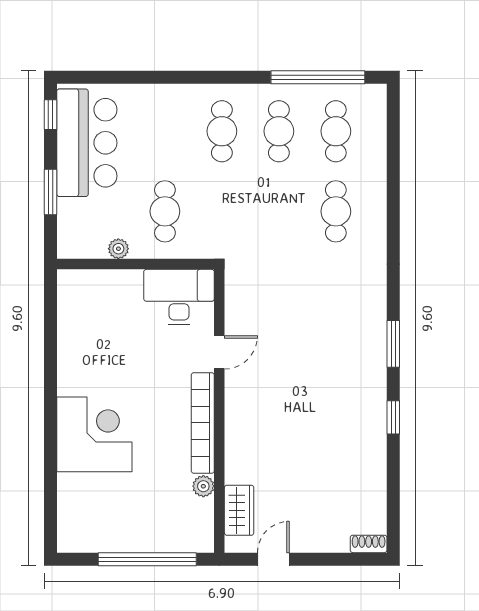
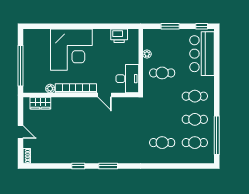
bar counter: (87, 143) -> (202, 54), moved, turned 90
printer: (74, 317) -> (119, 36), added
corner desk: (94, 434) -> (71, 50), width x1.36, depth x1.36
door: (273, 559) -> (20, 132), moved

